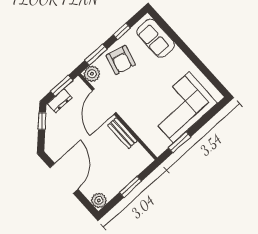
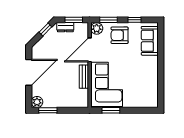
armchair: (121, 60) -> (120, 35), turned 75
corner sofa: (181, 107) -> (107, 84), moved, turned 90
window: (130, 187) -> (48, 110), moved

